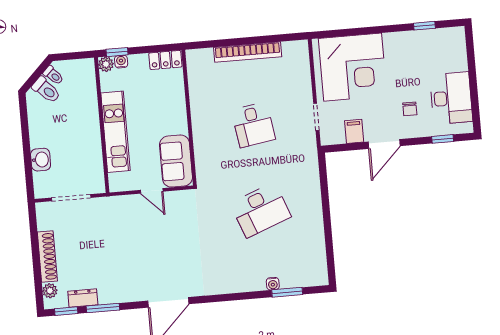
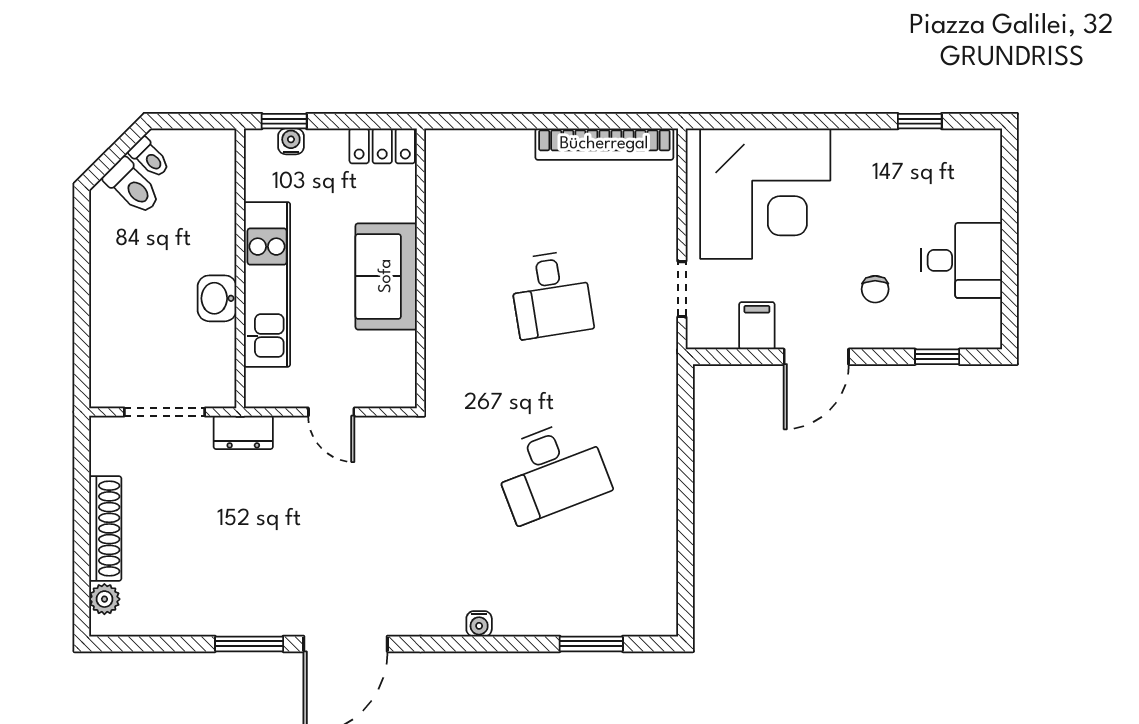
bookcase: (248, 52) -> (604, 144), moved
plant: (106, 64) -> (259, 144), removed
desk: (451, 98) -> (962, 260), width x0.73
washbasin: (41, 160) -> (217, 298), moved, turned 180
sofa: (176, 161) -> (386, 276), moved
water cooler: (273, 284) -> (479, 624), moved
dresser: (83, 298) -> (243, 432), moved, turned 180
window: (103, 308) -> (249, 644), moved
window: (66, 311) -> (134, 644), removed

